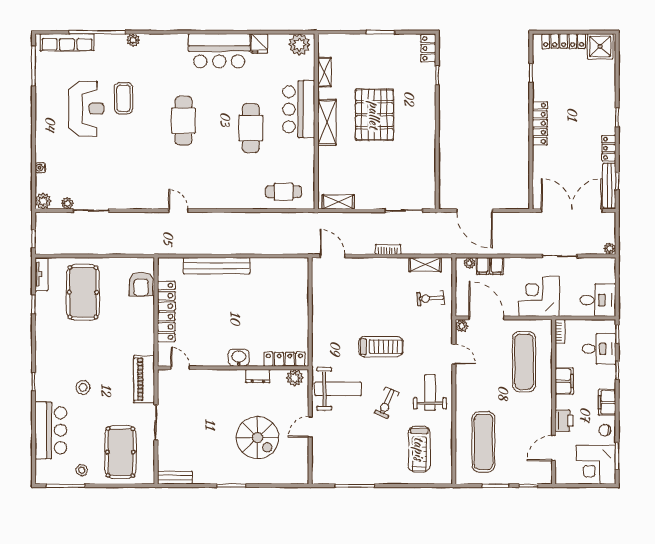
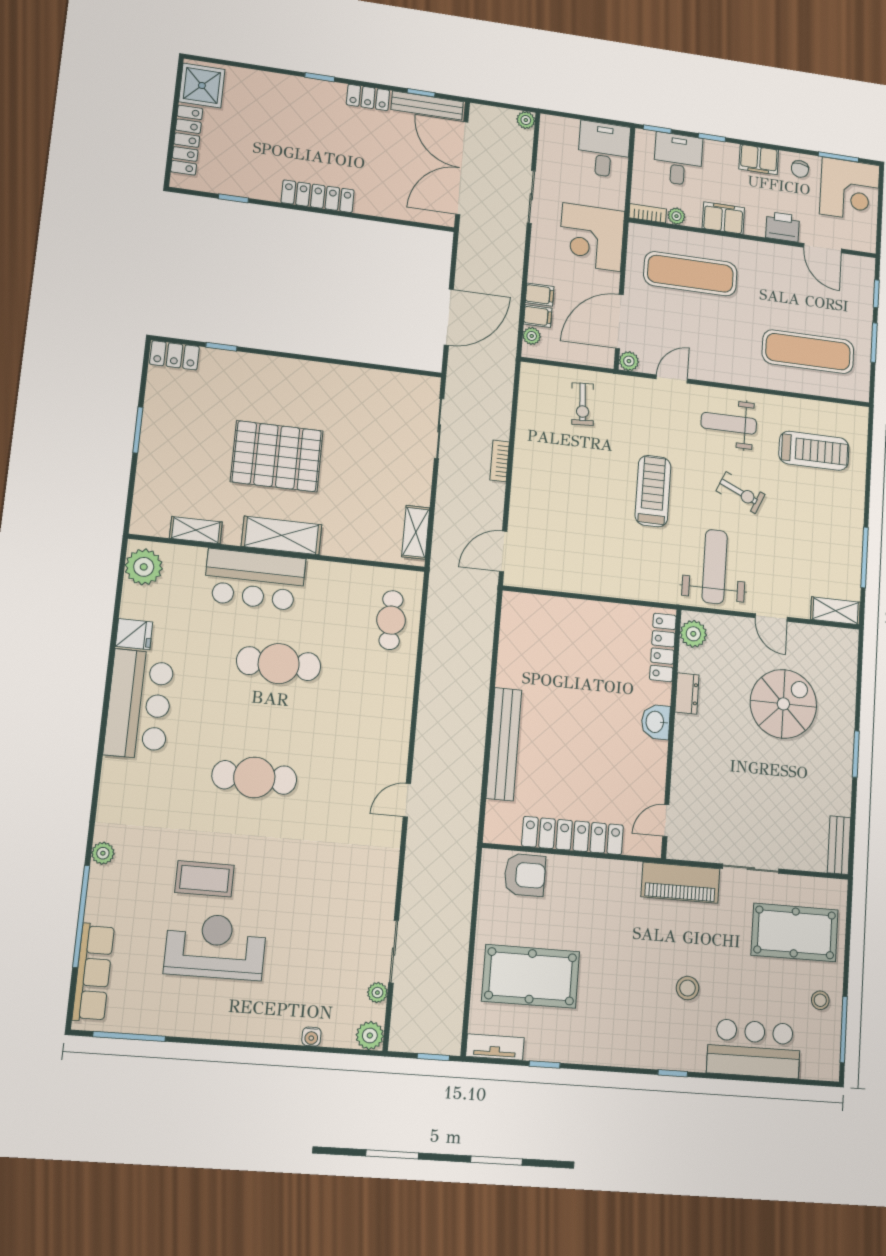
shelving: (425, 265) -> (836, 611), moved, turned 90
plant: (561, 350) -> (676, 216), added

